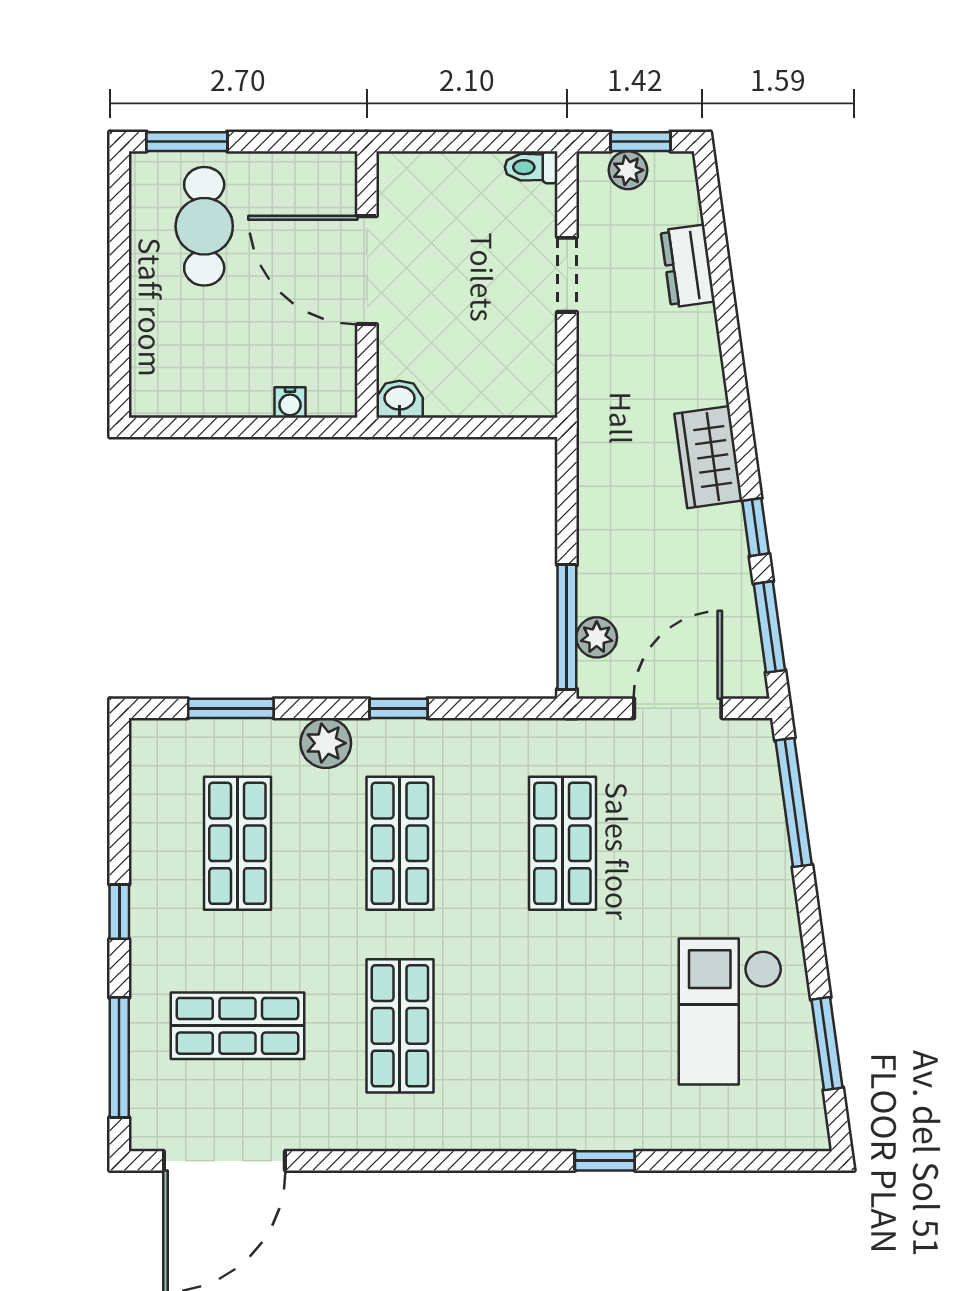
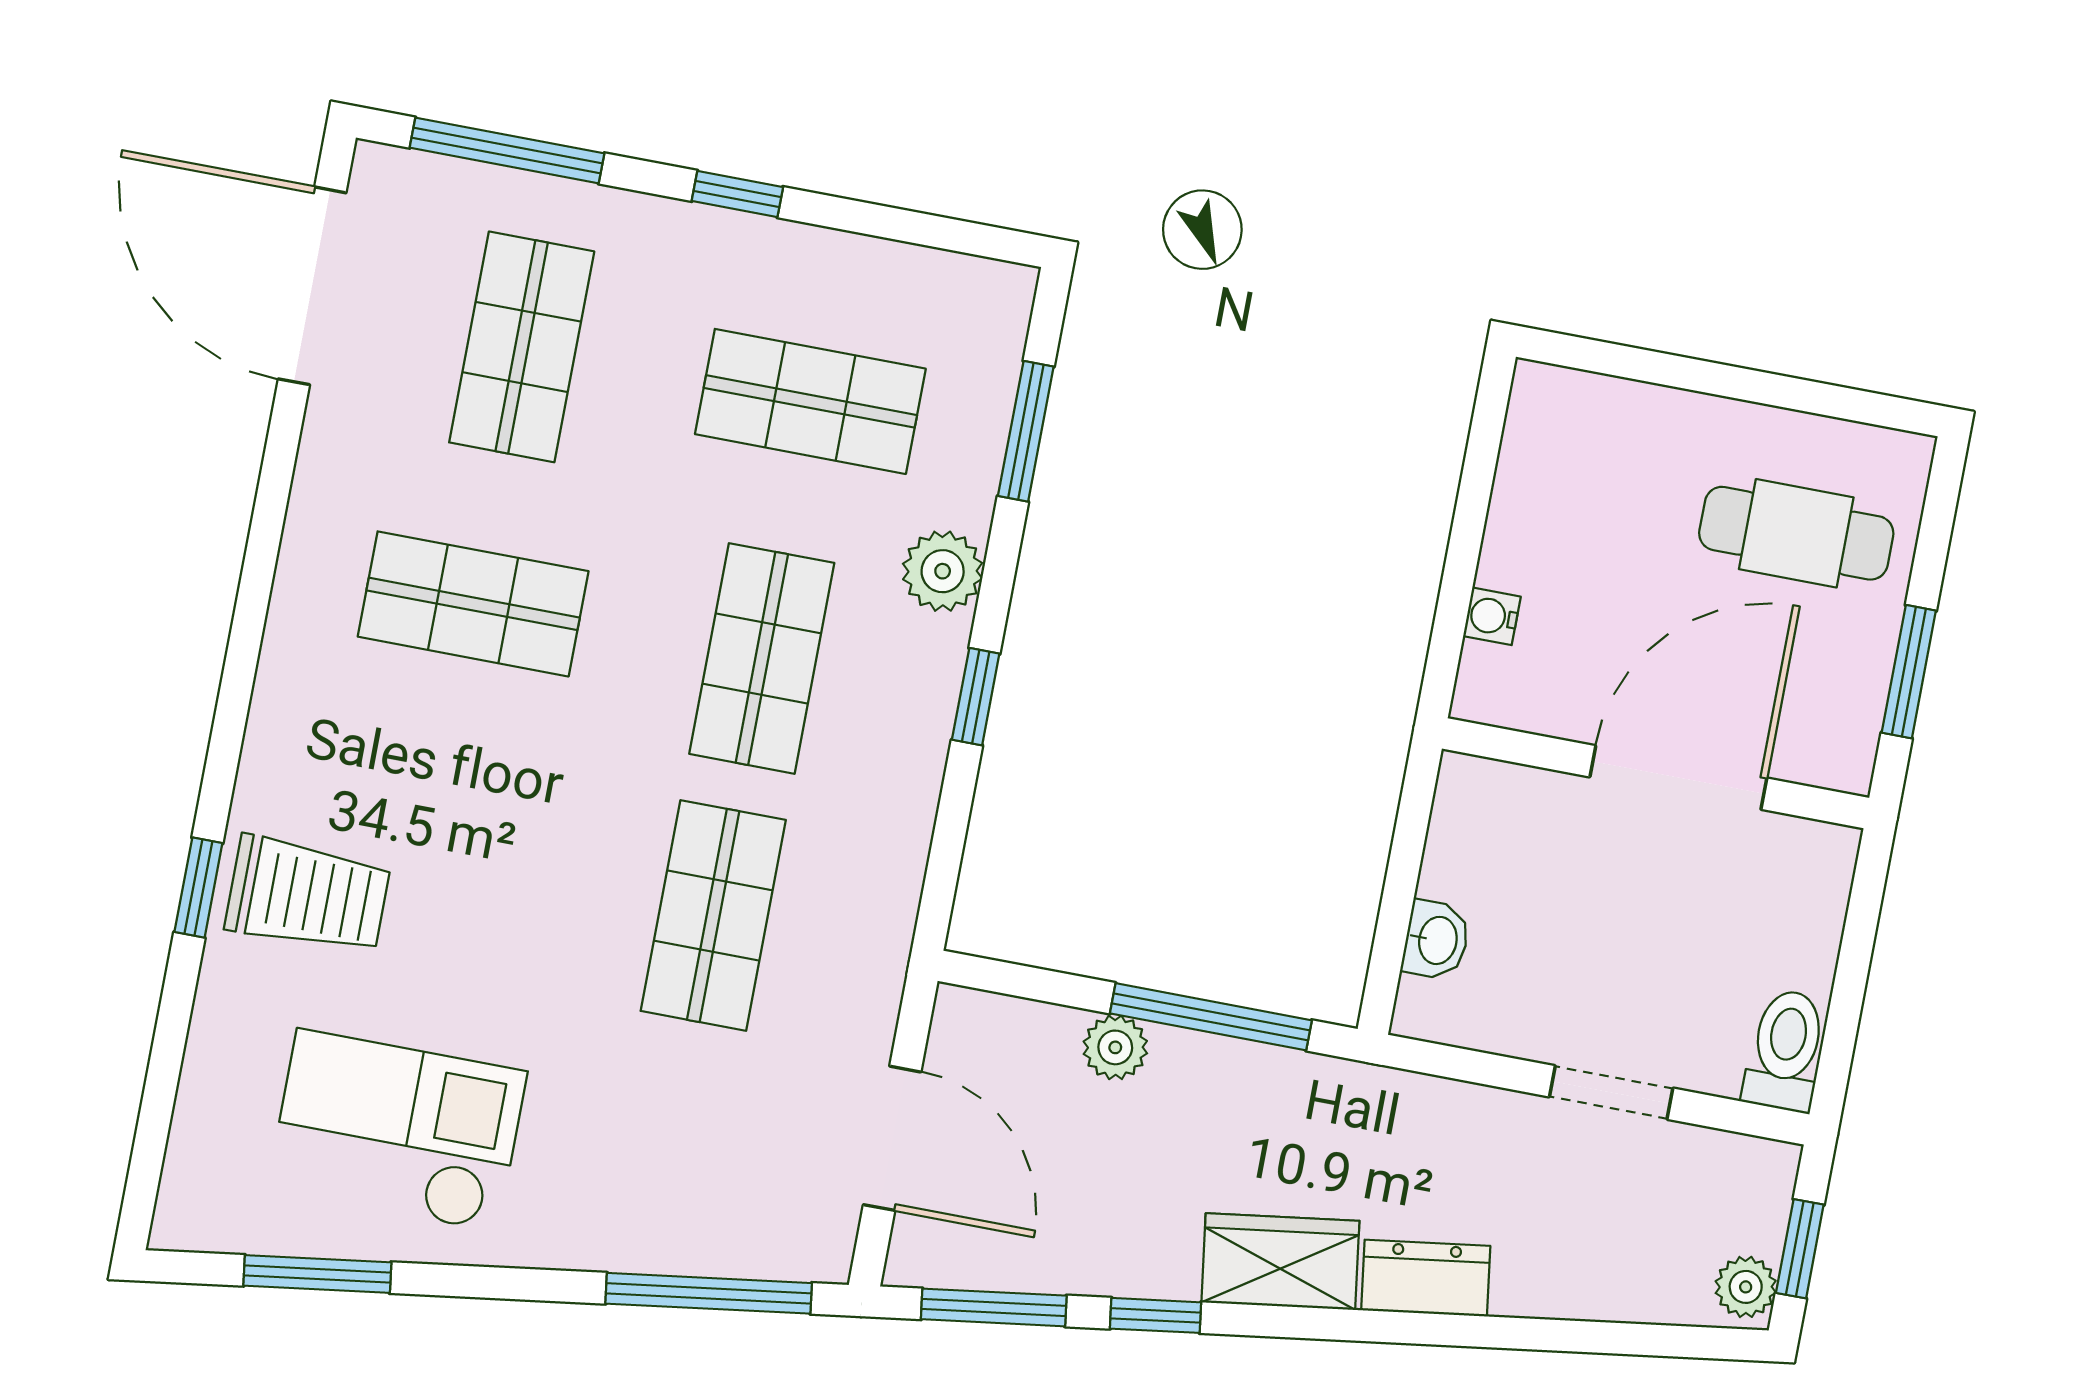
window: (187, 142) -> (1909, 672), moved
toilet: (531, 167) -> (1786, 1050), width x1.37, depth x1.39
plant: (628, 170) -> (1746, 1287), moved
dresser: (688, 266) -> (1426, 1278), moved
washbasin: (399, 399) -> (1436, 940), moved
window: (567, 627) -> (1211, 1017), moved
plant: (597, 637) -> (1115, 1047), moved
shop shelf: (400, 843) -> (762, 658), turned 90
shop shelf: (562, 843) -> (713, 915), turned 90
trolley: (597, 1093) -> (308, 895), added

